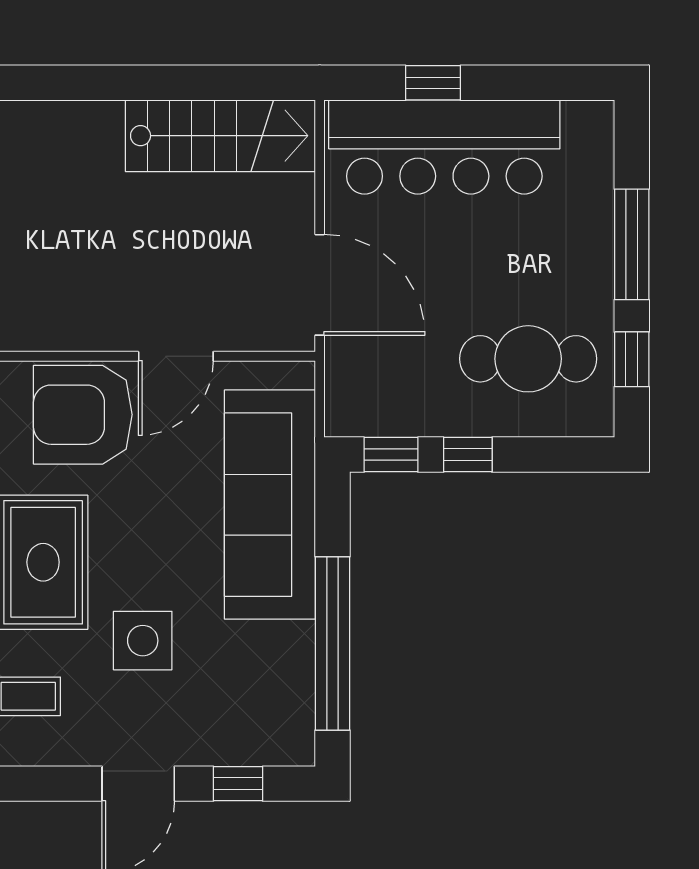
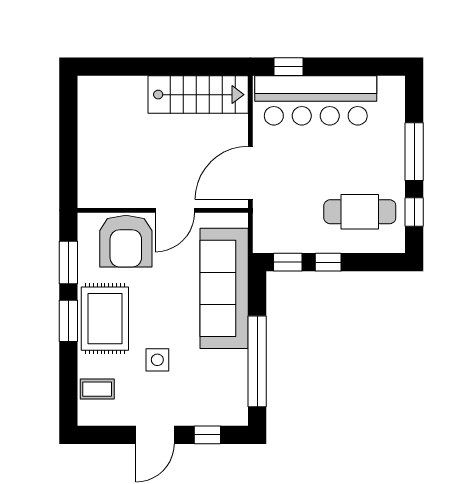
window: (433, 83) -> (289, 67), moved
door: (320, 285) -> (250, 173), swing flipped
armchair: (83, 415) -> (126, 241), turned -90
side table: (143, 641) -> (157, 360), width x0.73, depth x0.73

